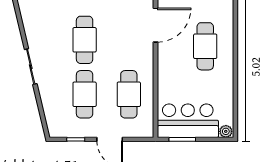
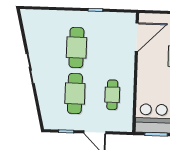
cafe table: (129, 94) -> (112, 95), width x0.73, depth x0.74

